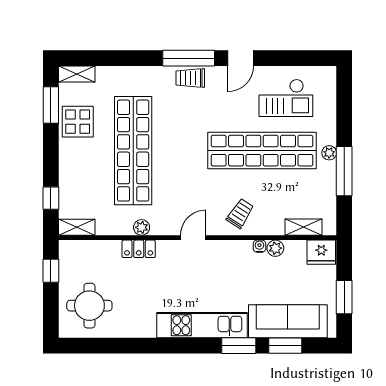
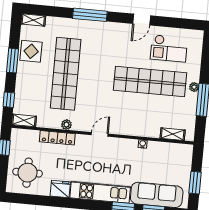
window: (189, 58) -> (90, 15), moved
trolley: (190, 78) -> (107, 30), removed
window: (51, 105) -> (12, 61), moved
trolley: (240, 213) -> (132, 121), removed
plant: (275, 248) -> (153, 146), removed
locker: (139, 249) -> (57, 138), width x1.53
fridge: (321, 252) -> (60, 189), moved, turned 180

